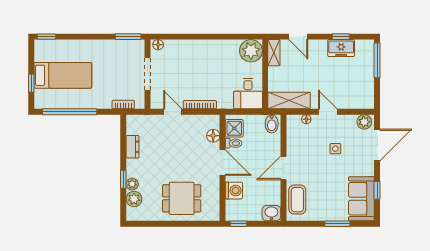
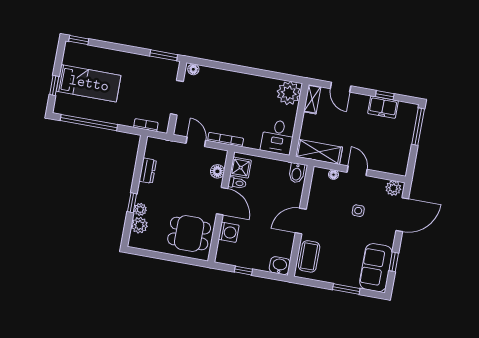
shower: (234, 128) -> (241, 168), moved
floor lamp: (213, 136) -> (217, 171), moved
toilet: (234, 143) -> (237, 183), moved
door: (223, 163) -> (222, 201), moved
wall: (223, 168) -> (221, 206), moved
washing machine: (234, 191) -> (229, 232), moved

